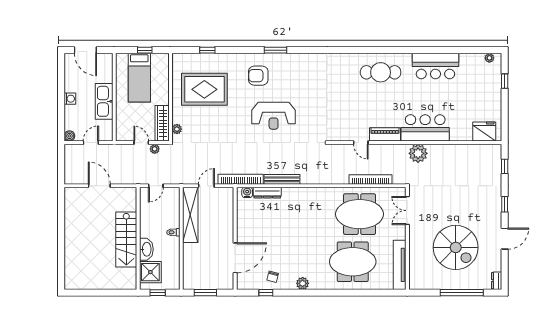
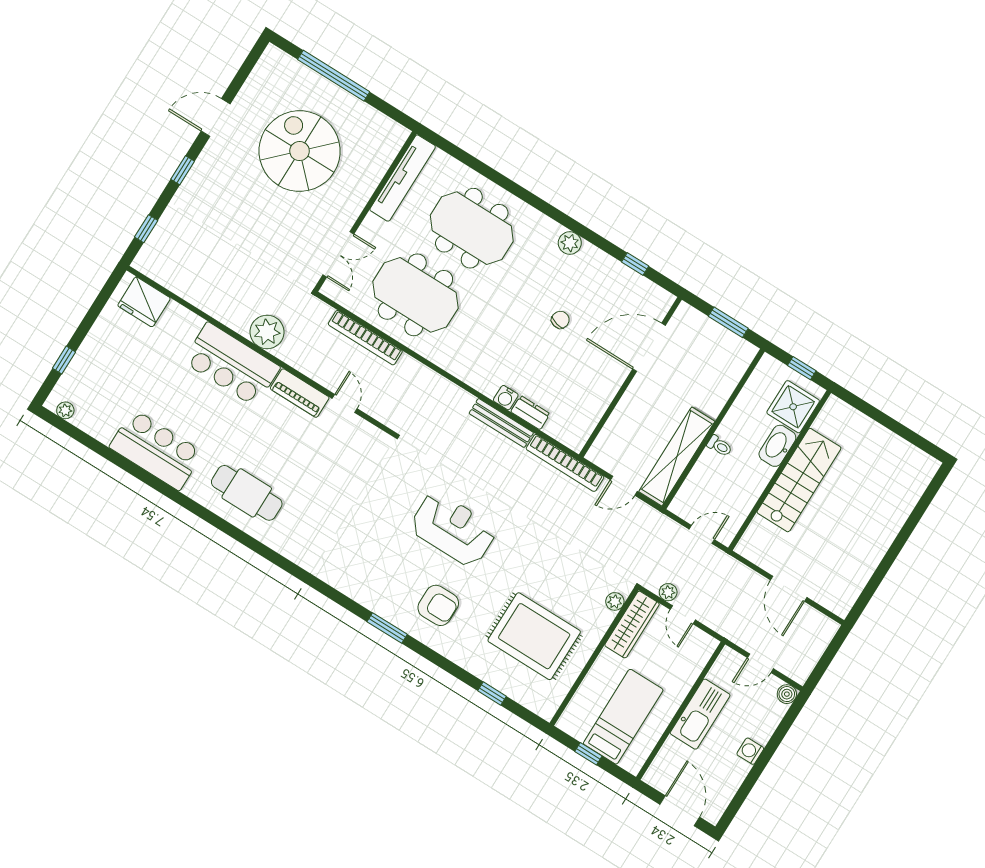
water cooler: (247, 192) -> (506, 398), moved
dresser: (267, 193) -> (530, 413), width x0.70
chair: (273, 277) -> (560, 320), moved
dresser: (497, 281) -> (268, 60), removed

